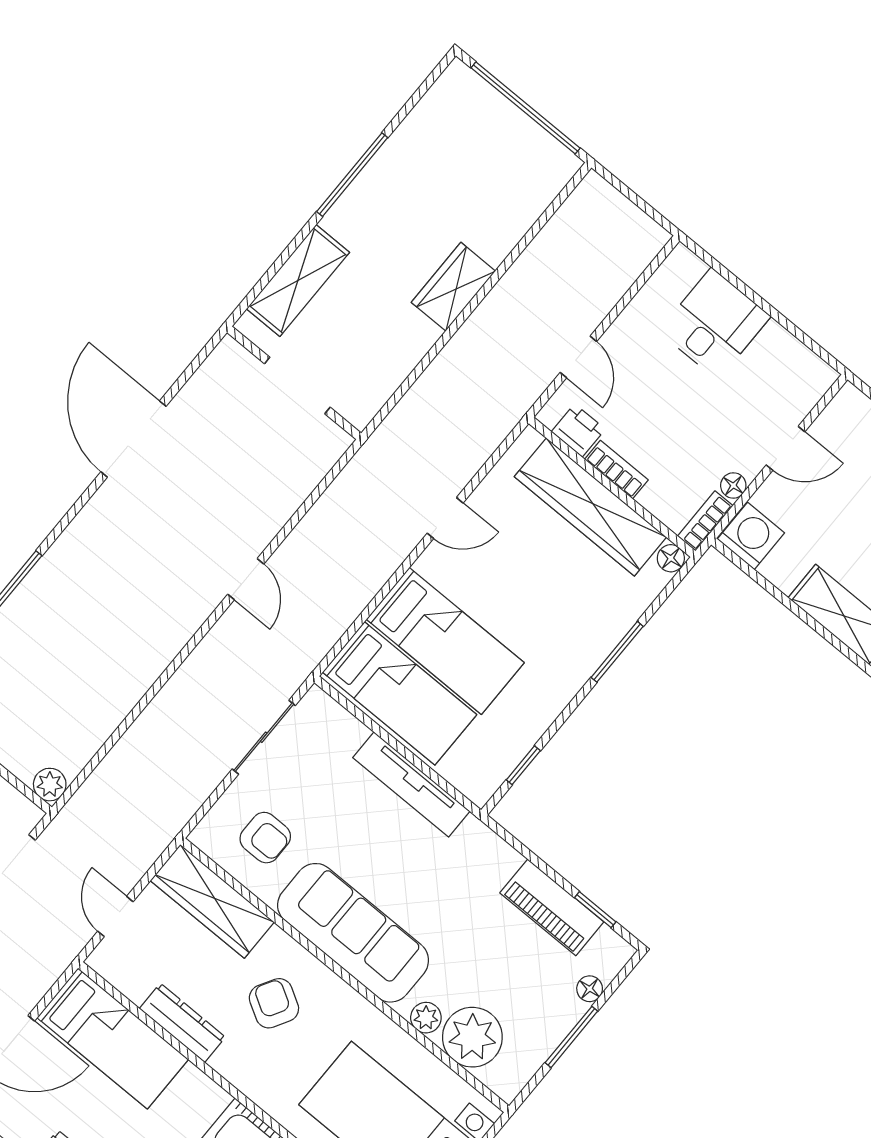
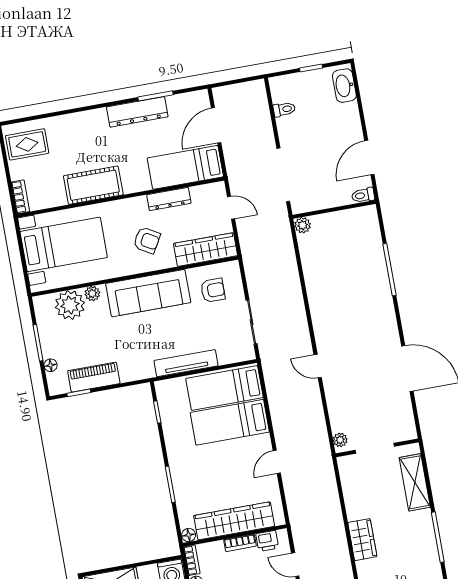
plant: (329, 450) -> (340, 440), added
armchair: (265, 838) -> (213, 290), turned 180

